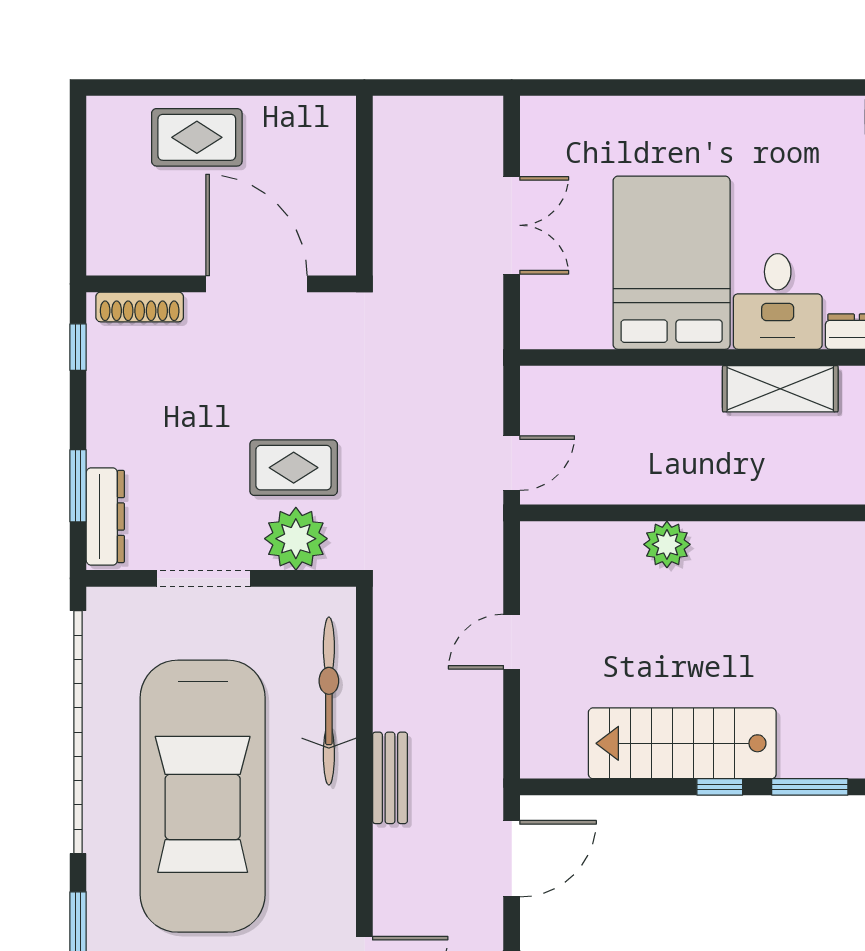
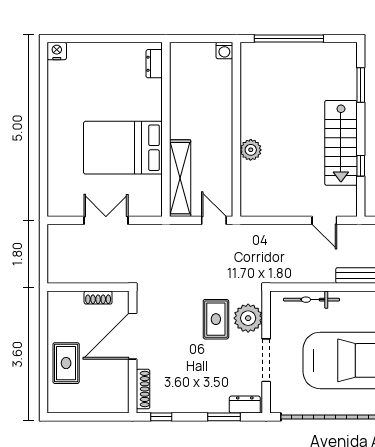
shoe rack: (341, 208) -> (98, 298), added
desk: (778, 301) -> (141, 100), removed
shelving: (780, 389) -> (180, 178), moved, width x1.47
dresser: (105, 516) -> (245, 405), width x0.70
door: (512, 642) -> (324, 220), moved
bicycle: (329, 701) -> (312, 300), width x0.73, depth x0.71
window: (720, 787) -> (361, 166), moved

